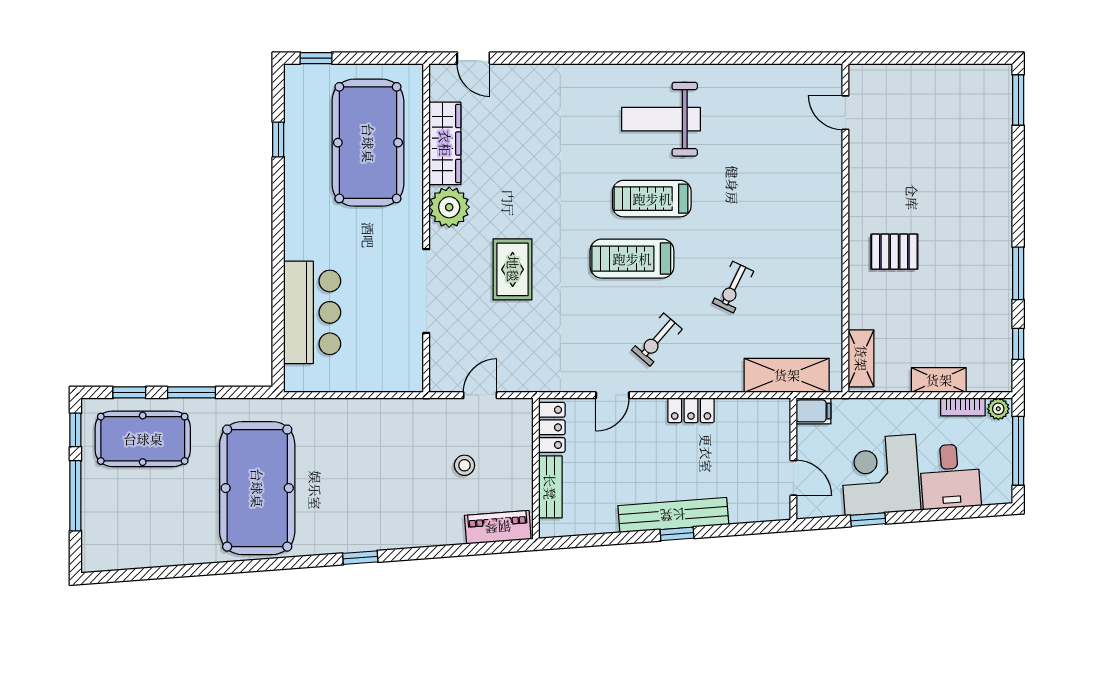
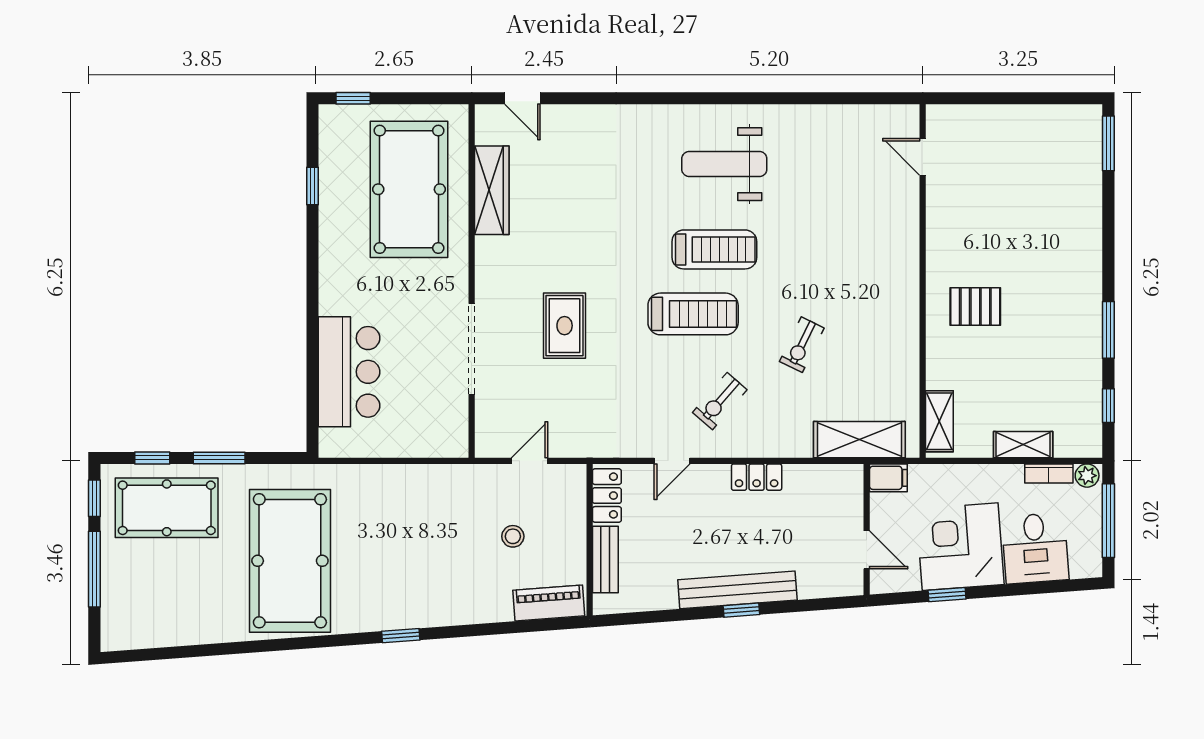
treadmill: (652, 199) -> (714, 249), turned 180
plant: (449, 207) -> (496, 259), removed
treadmill: (632, 259) -> (693, 314), turned 180

